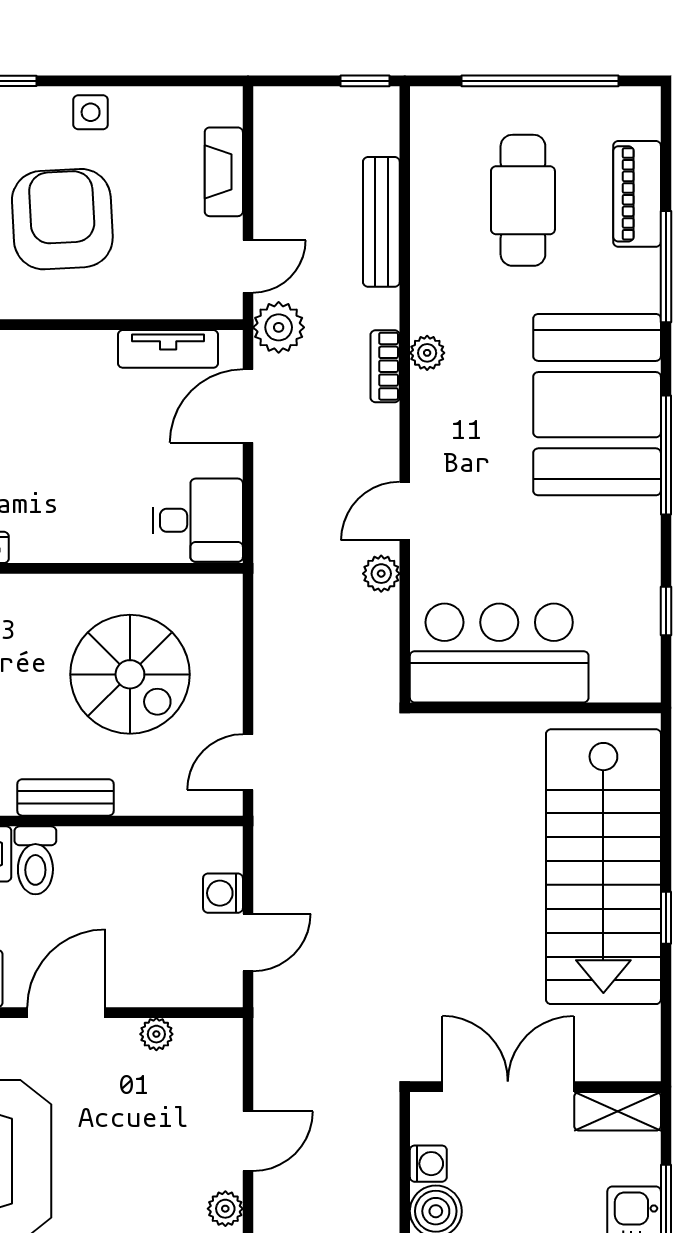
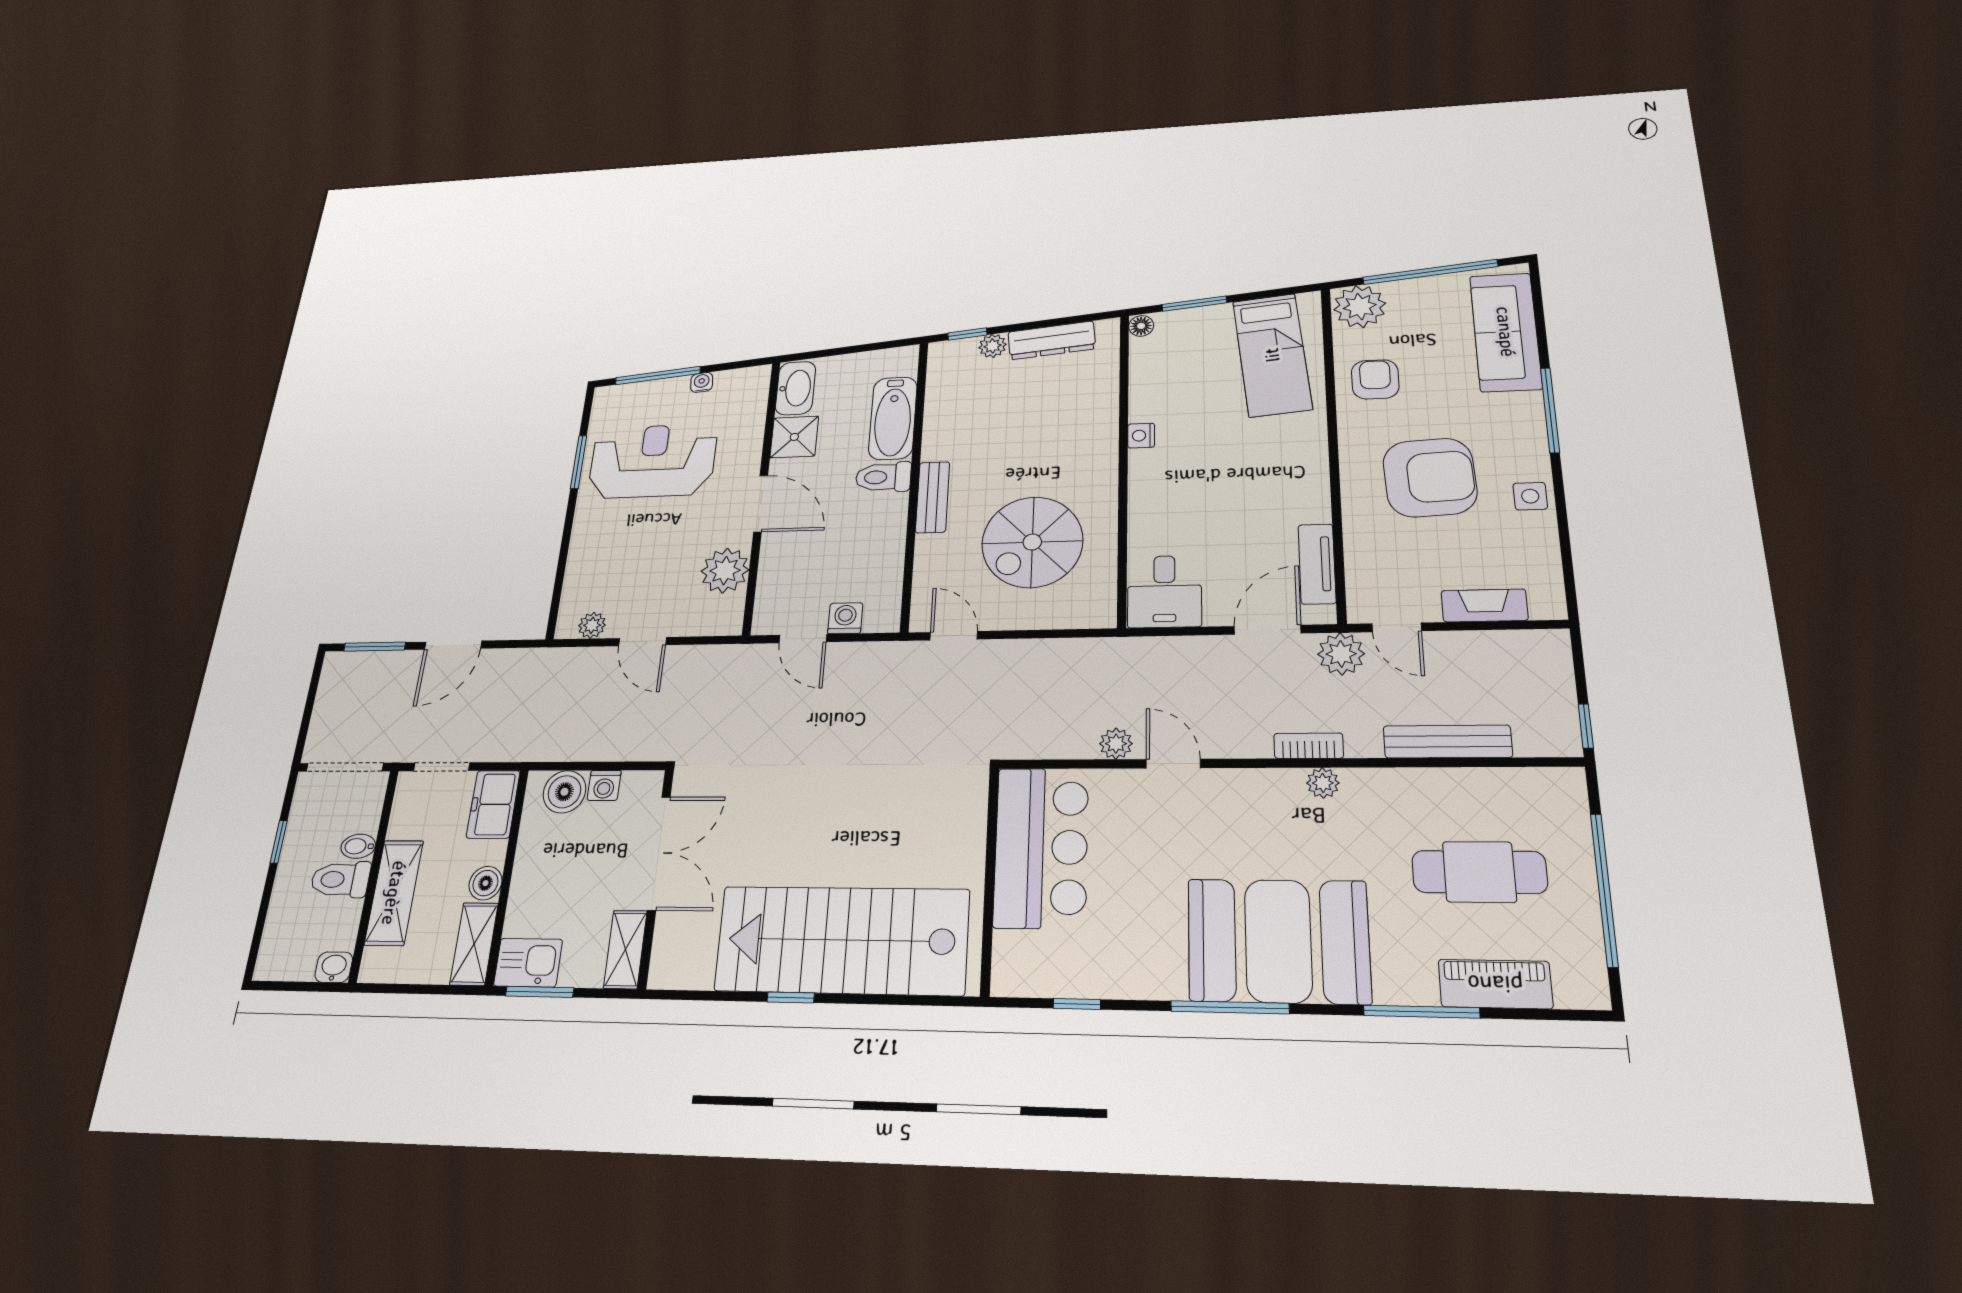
door: (248, 406) -> (1267, 630), hinge flipped
plant: (156, 1034) -> (725, 571), width x1.88, depth x1.88

